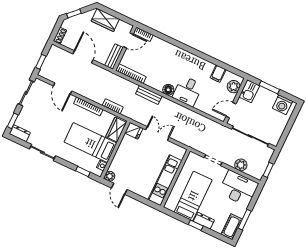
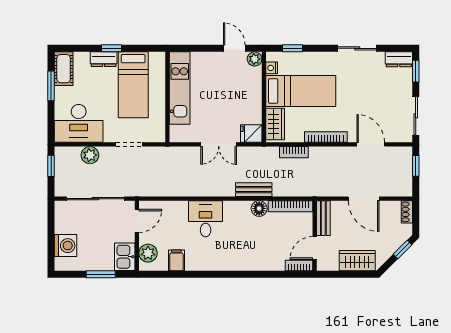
floor lamp: (168, 90) -> (259, 208), moved
washing machine: (283, 105) -> (65, 246), moved, turned 90

